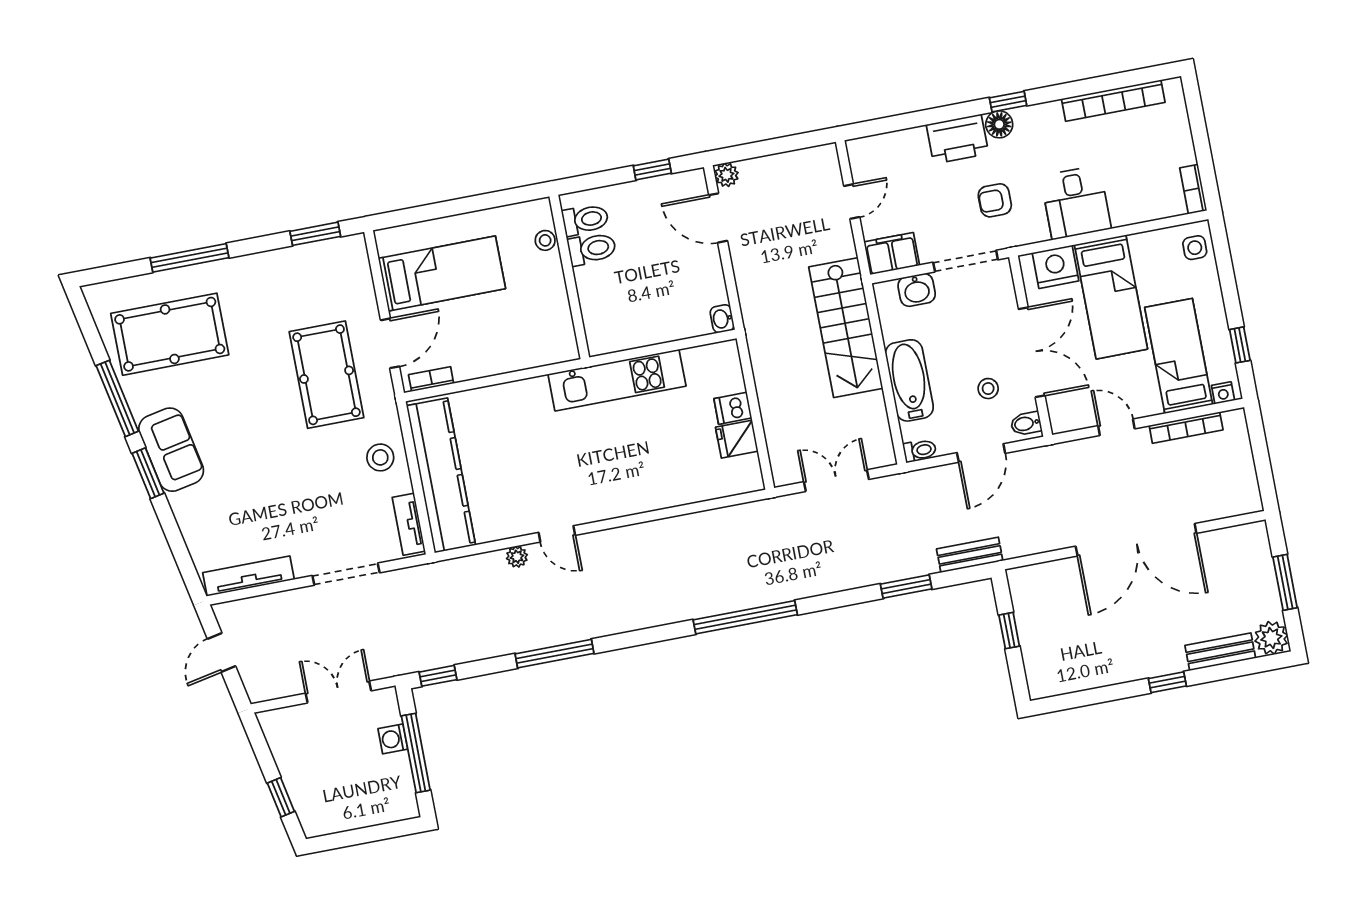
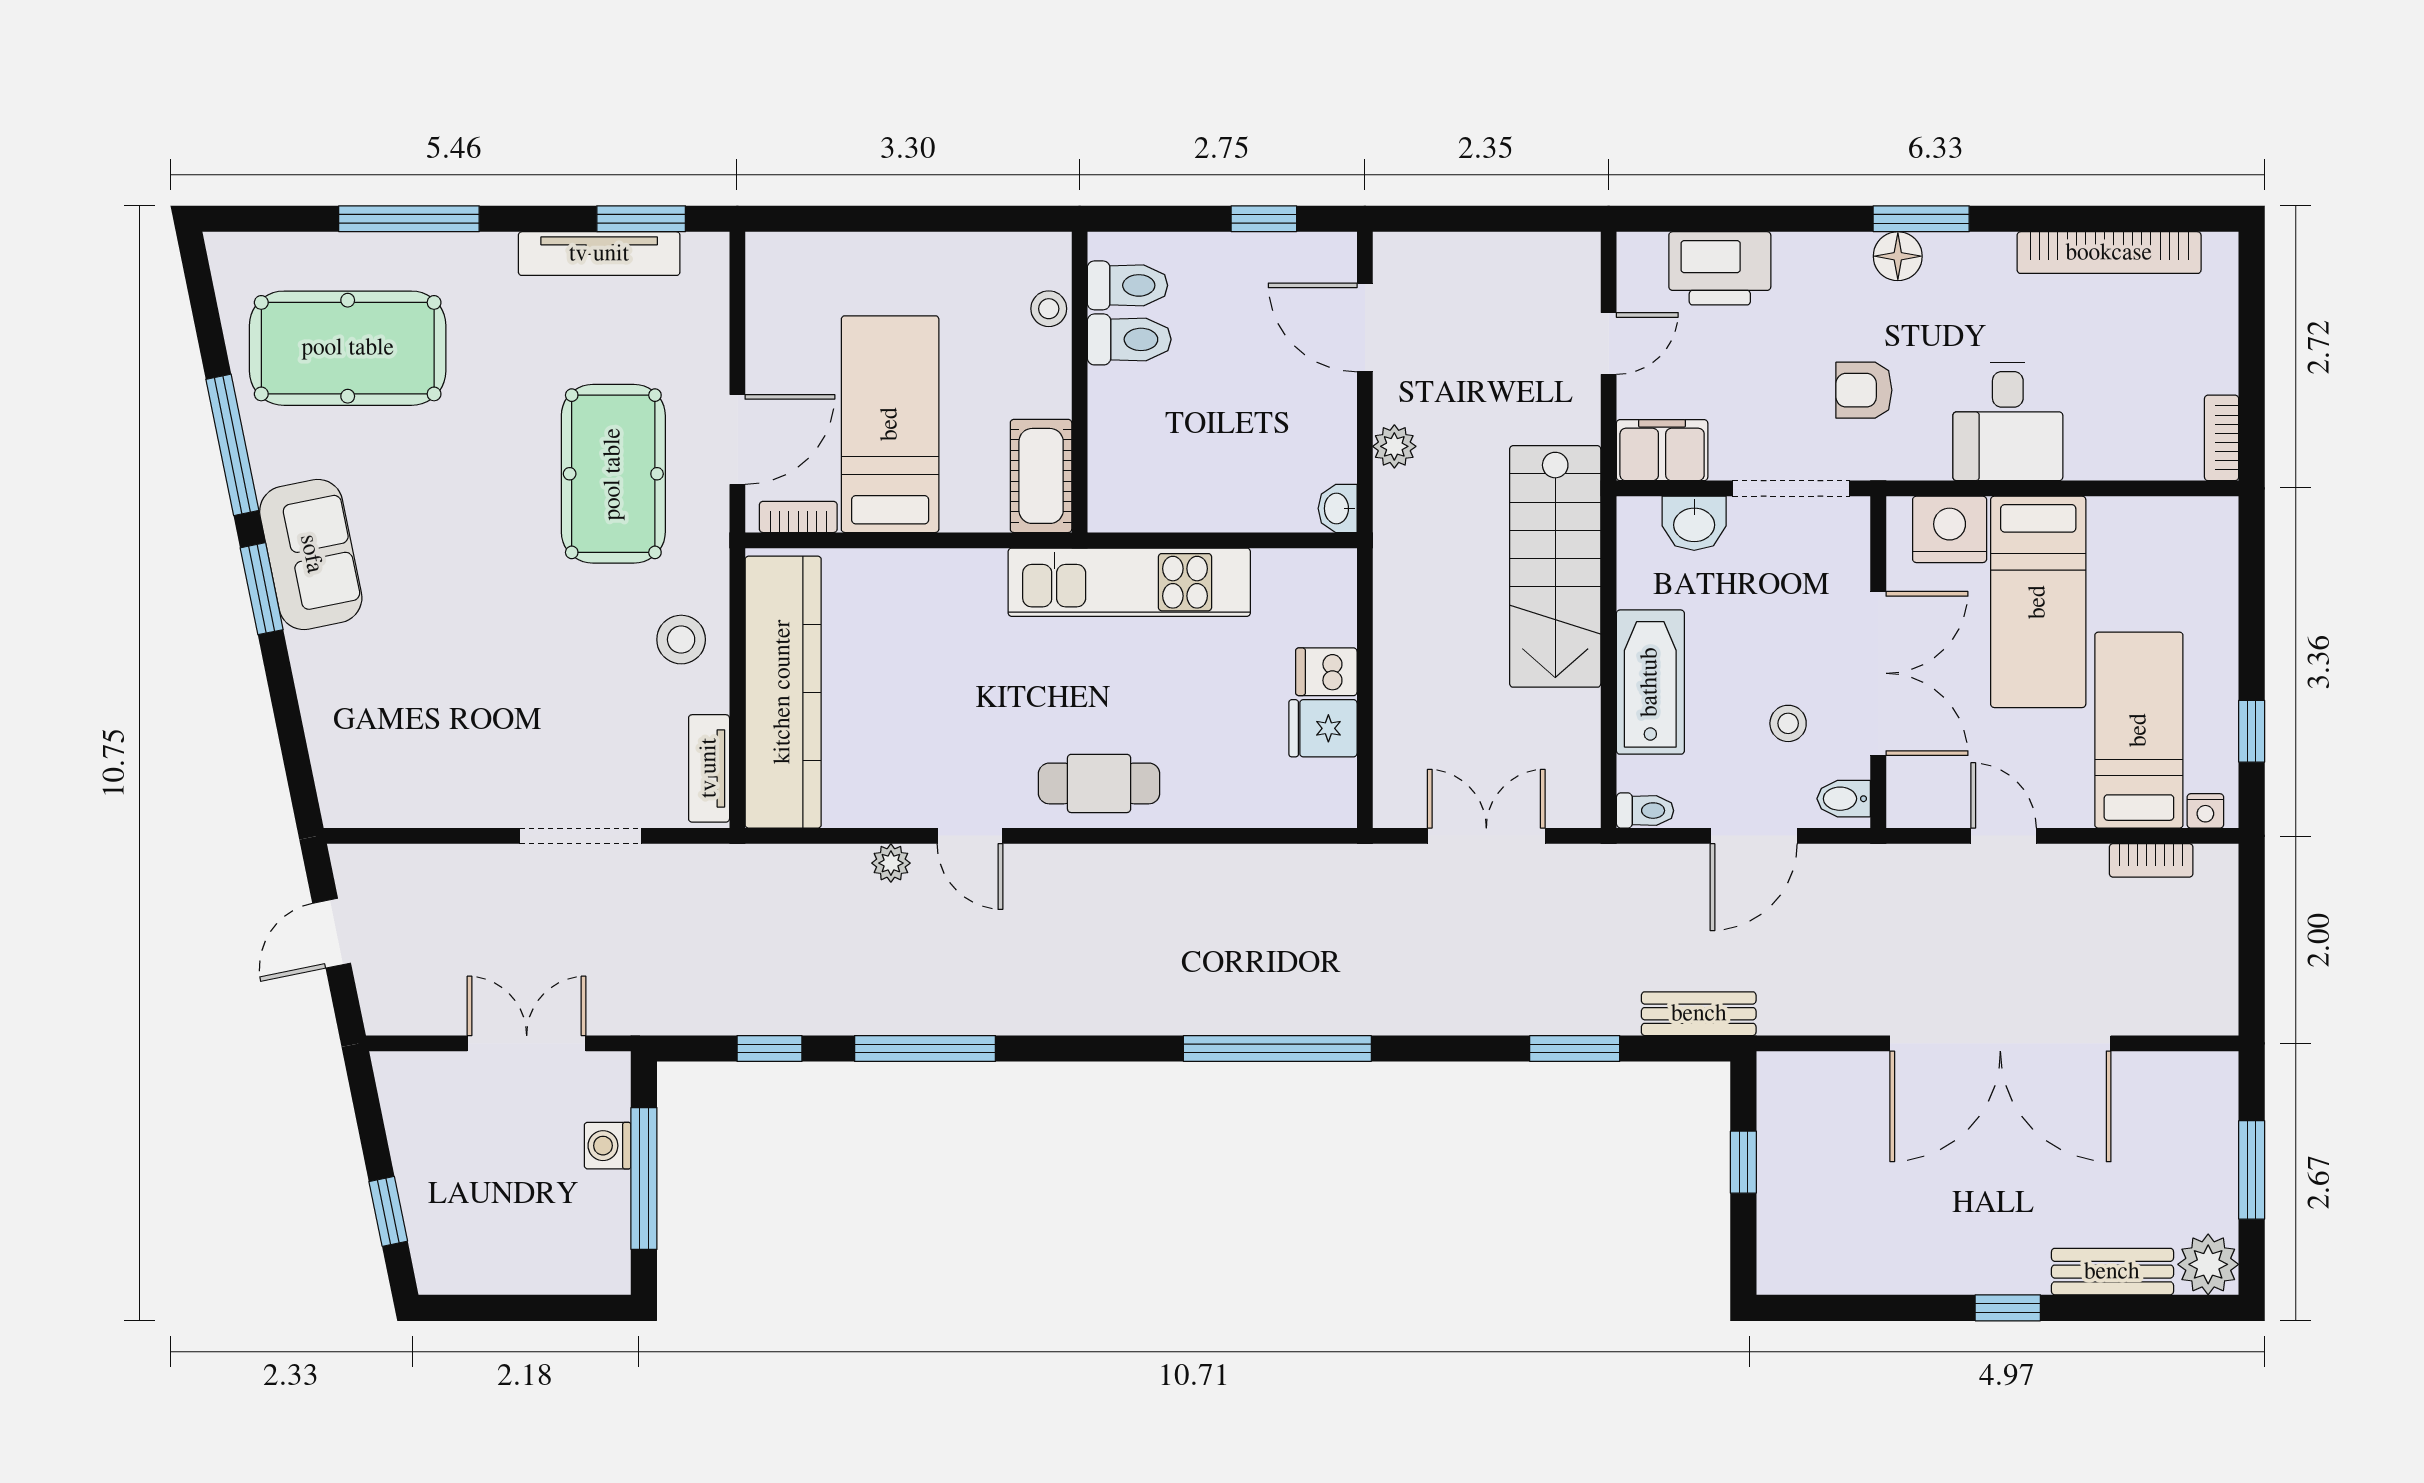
window: (1008, 102) -> (1921, 219), width x1.50
printer: (957, 139) -> (1720, 268), moved
plant: (726, 175) -> (1394, 446), moved
side table: (1195, 248) -> (2204, 543), removed
bed: (442, 274) -> (890, 424), moved, turned -90
cot: (558, 332) -> (1041, 476), added
bookcase: (1186, 428) -> (2151, 860), width x0.64
cafe table: (621, 492) -> (1099, 783), added
tv unit: (248, 576) -> (599, 254), moved, turned 180
window: (438, 676) -> (769, 1049), moved

